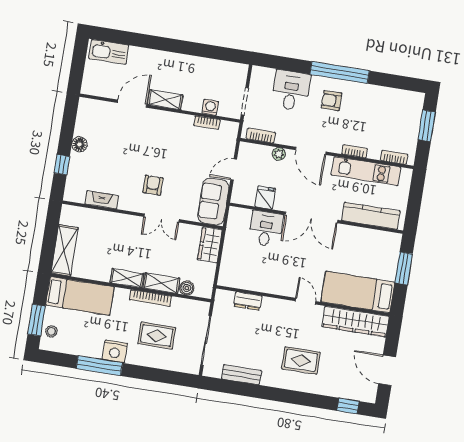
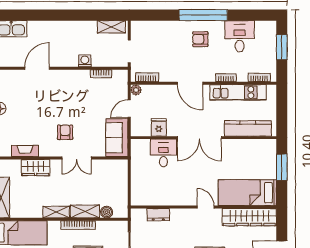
desk: (291, 90) -> (240, 36), moved
shelving: (165, 100) -> (111, 27), moved
washing machine: (210, 107) -> (85, 61), moved
plant: (279, 154) -> (136, 90), moved
wardrobe: (210, 245) -> (36, 168), moved, turned -90

